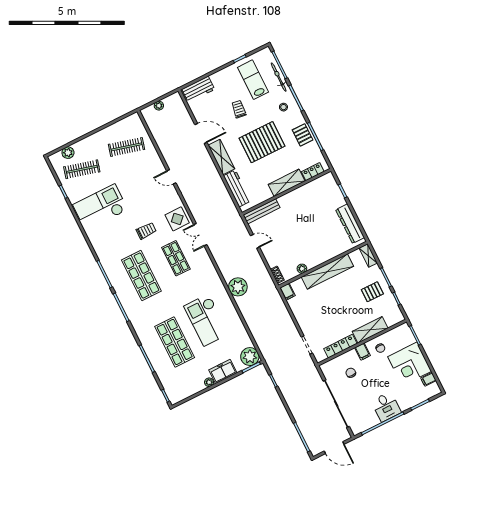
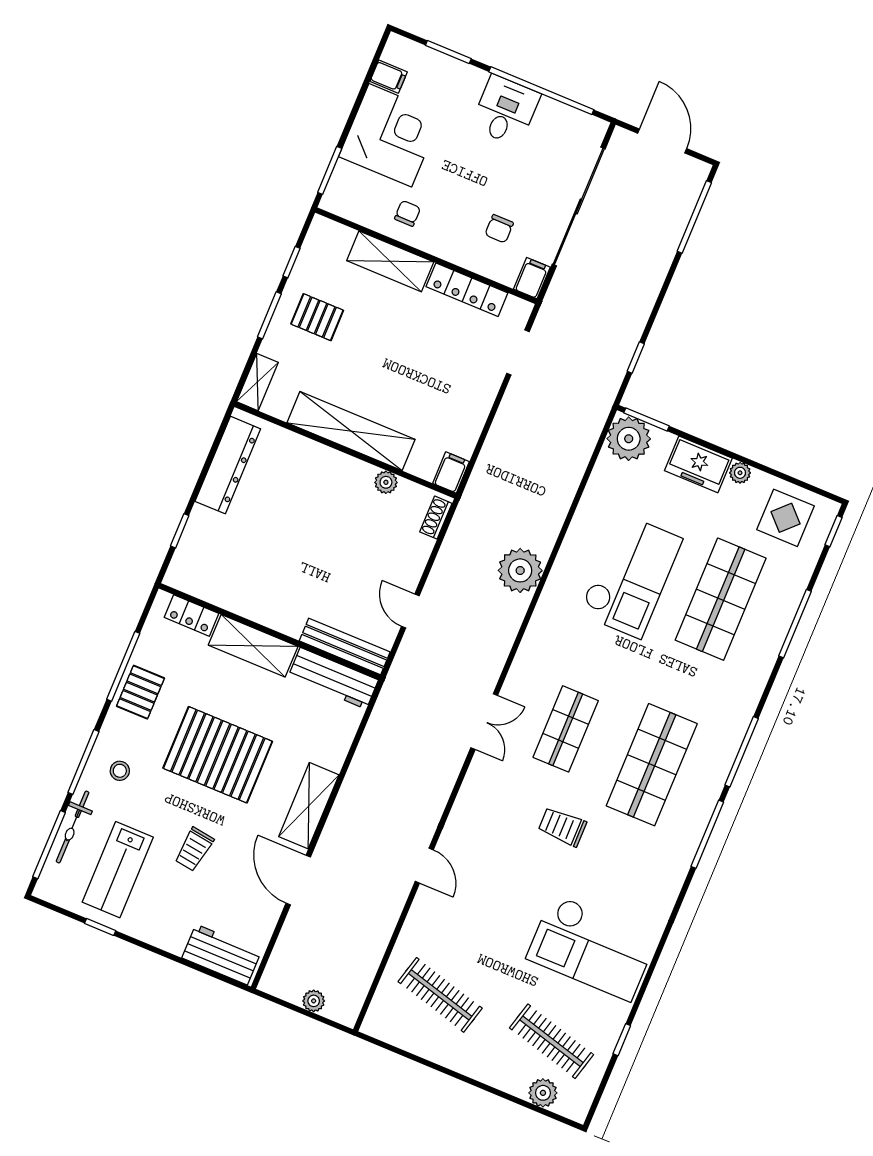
workbench: (237, 188) -> (333, 678), moved, turned -90
display table: (177, 219) -> (786, 518), moved
filing cabinet: (363, 352) -> (532, 278), moved

